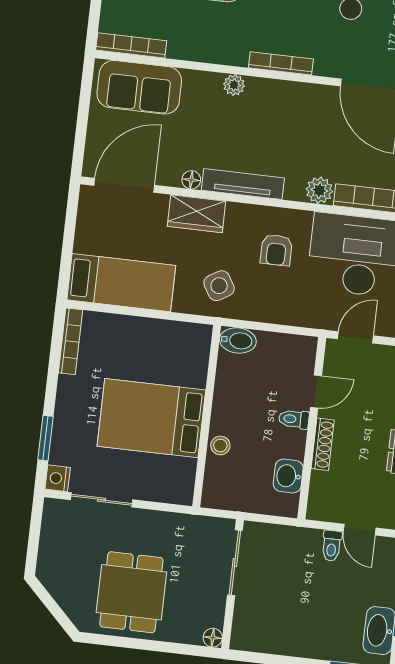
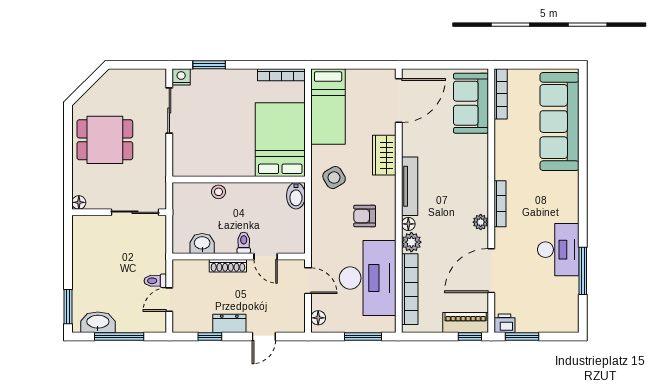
plant: (234, 85) -> (481, 222), moved
floor lamp: (191, 180) -> (408, 224), moved
door: (124, 185) -> (399, 101), hinge flipped
bed: (151, 418) -> (280, 140), moved

